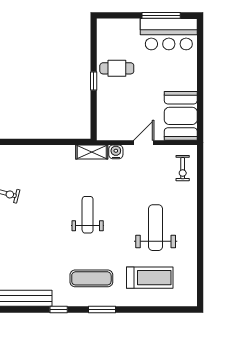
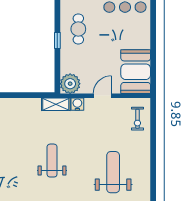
cafe table: (117, 68) -> (78, 29), turned 90
plant: (108, 129) -> (70, 84), added

